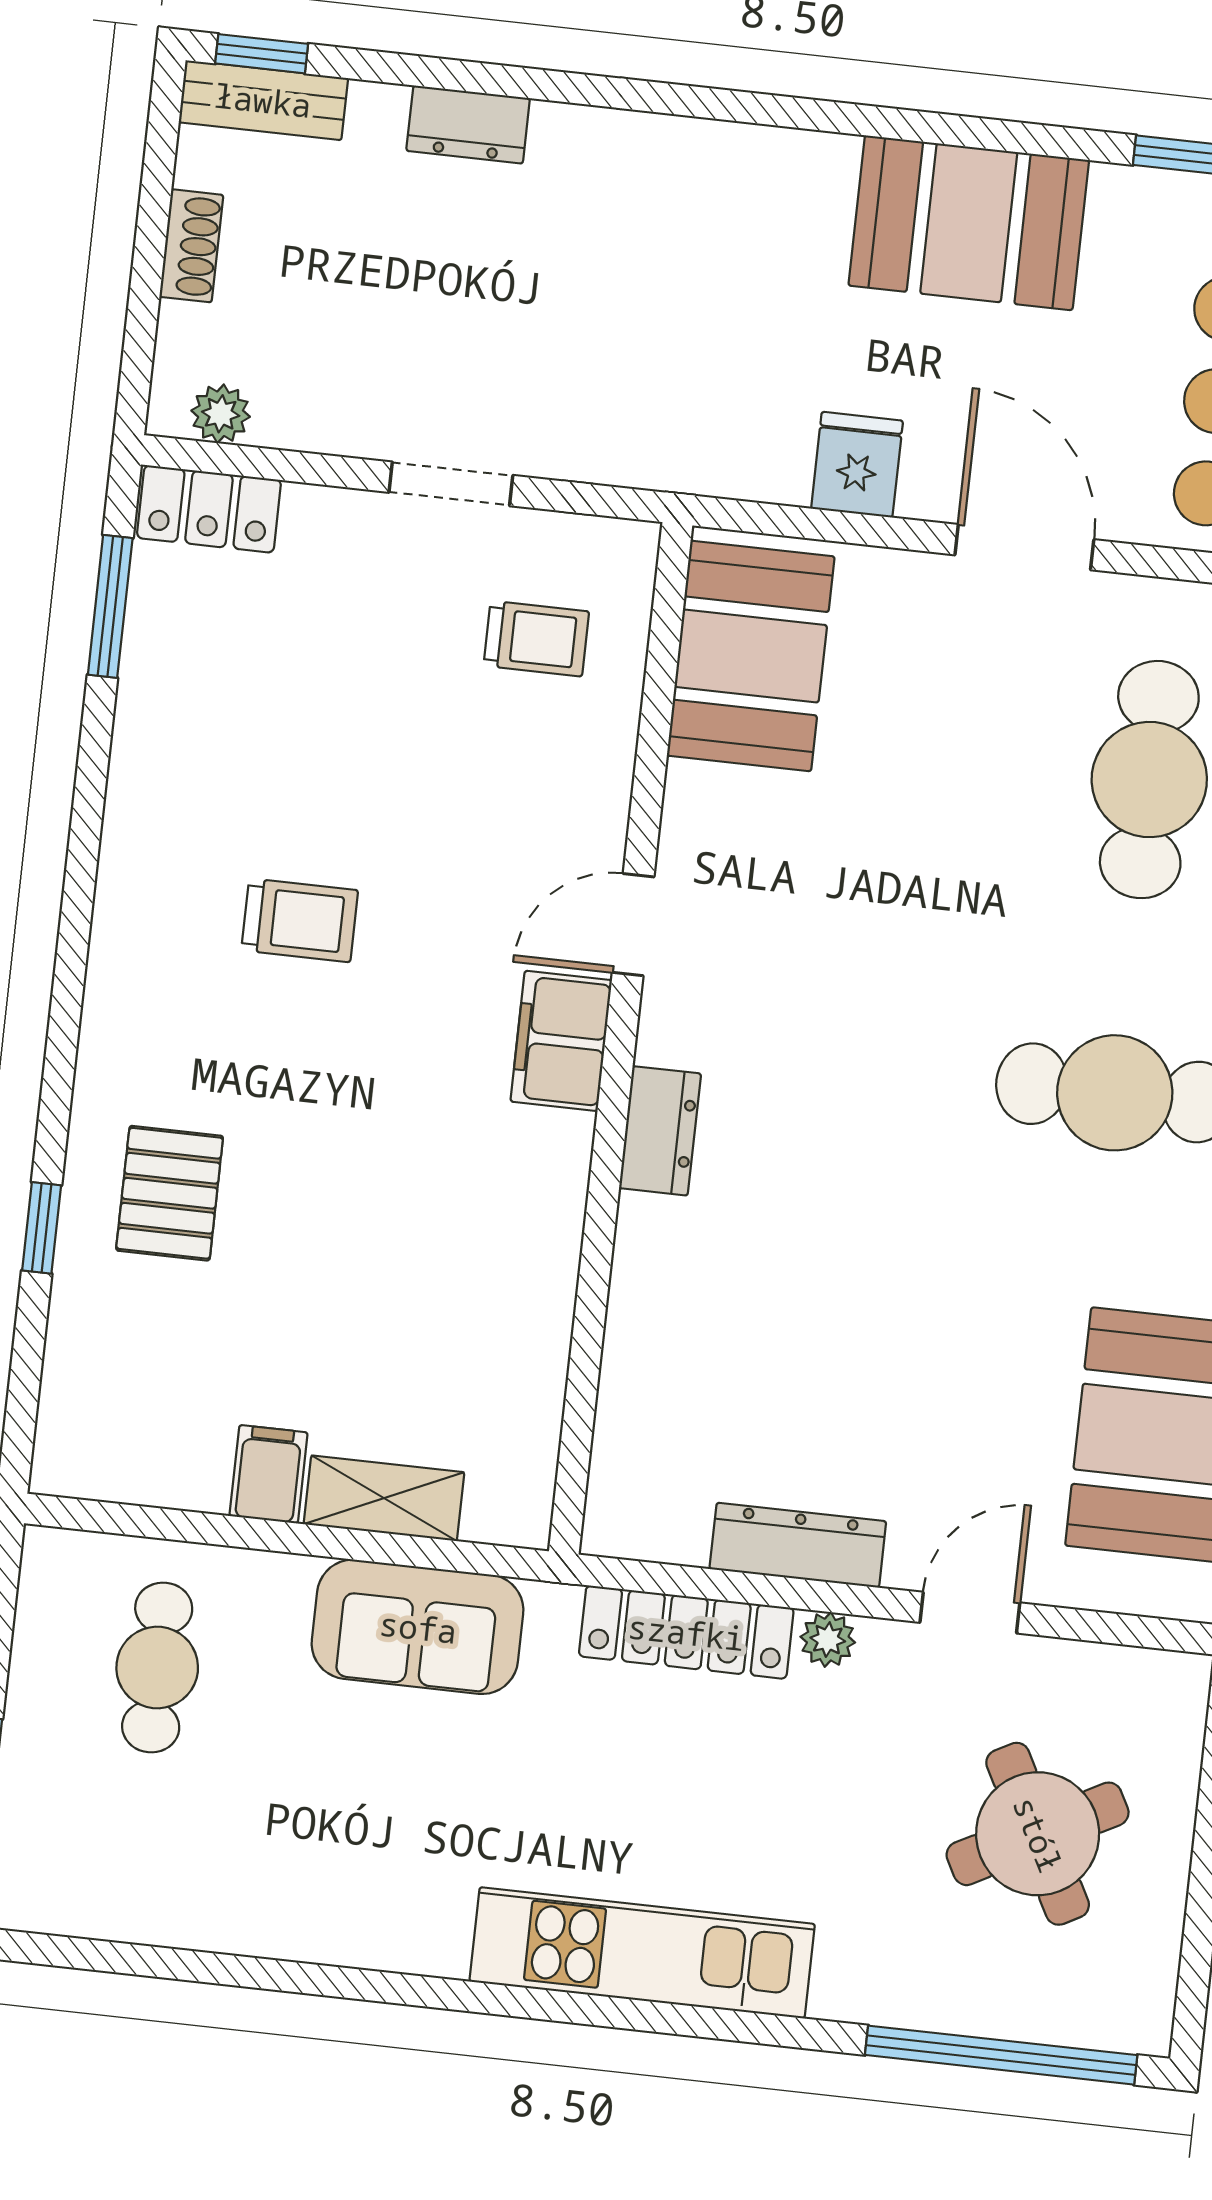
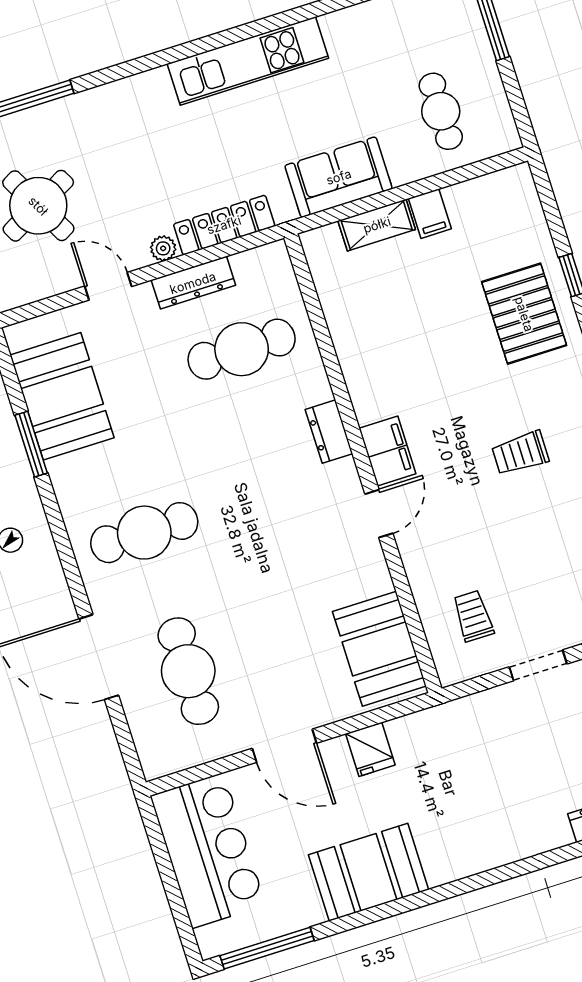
trolley: (536, 639) -> (473, 616), turned 90
pallet: (170, 1193) -> (524, 314), width x1.50, depth x1.42
cafe table: (761, 1371) -> (242, 349), added
door: (970, 1613) -> (108, 286), swing flipped
kitchen unit: (642, 1953) -> (248, 61), moved

